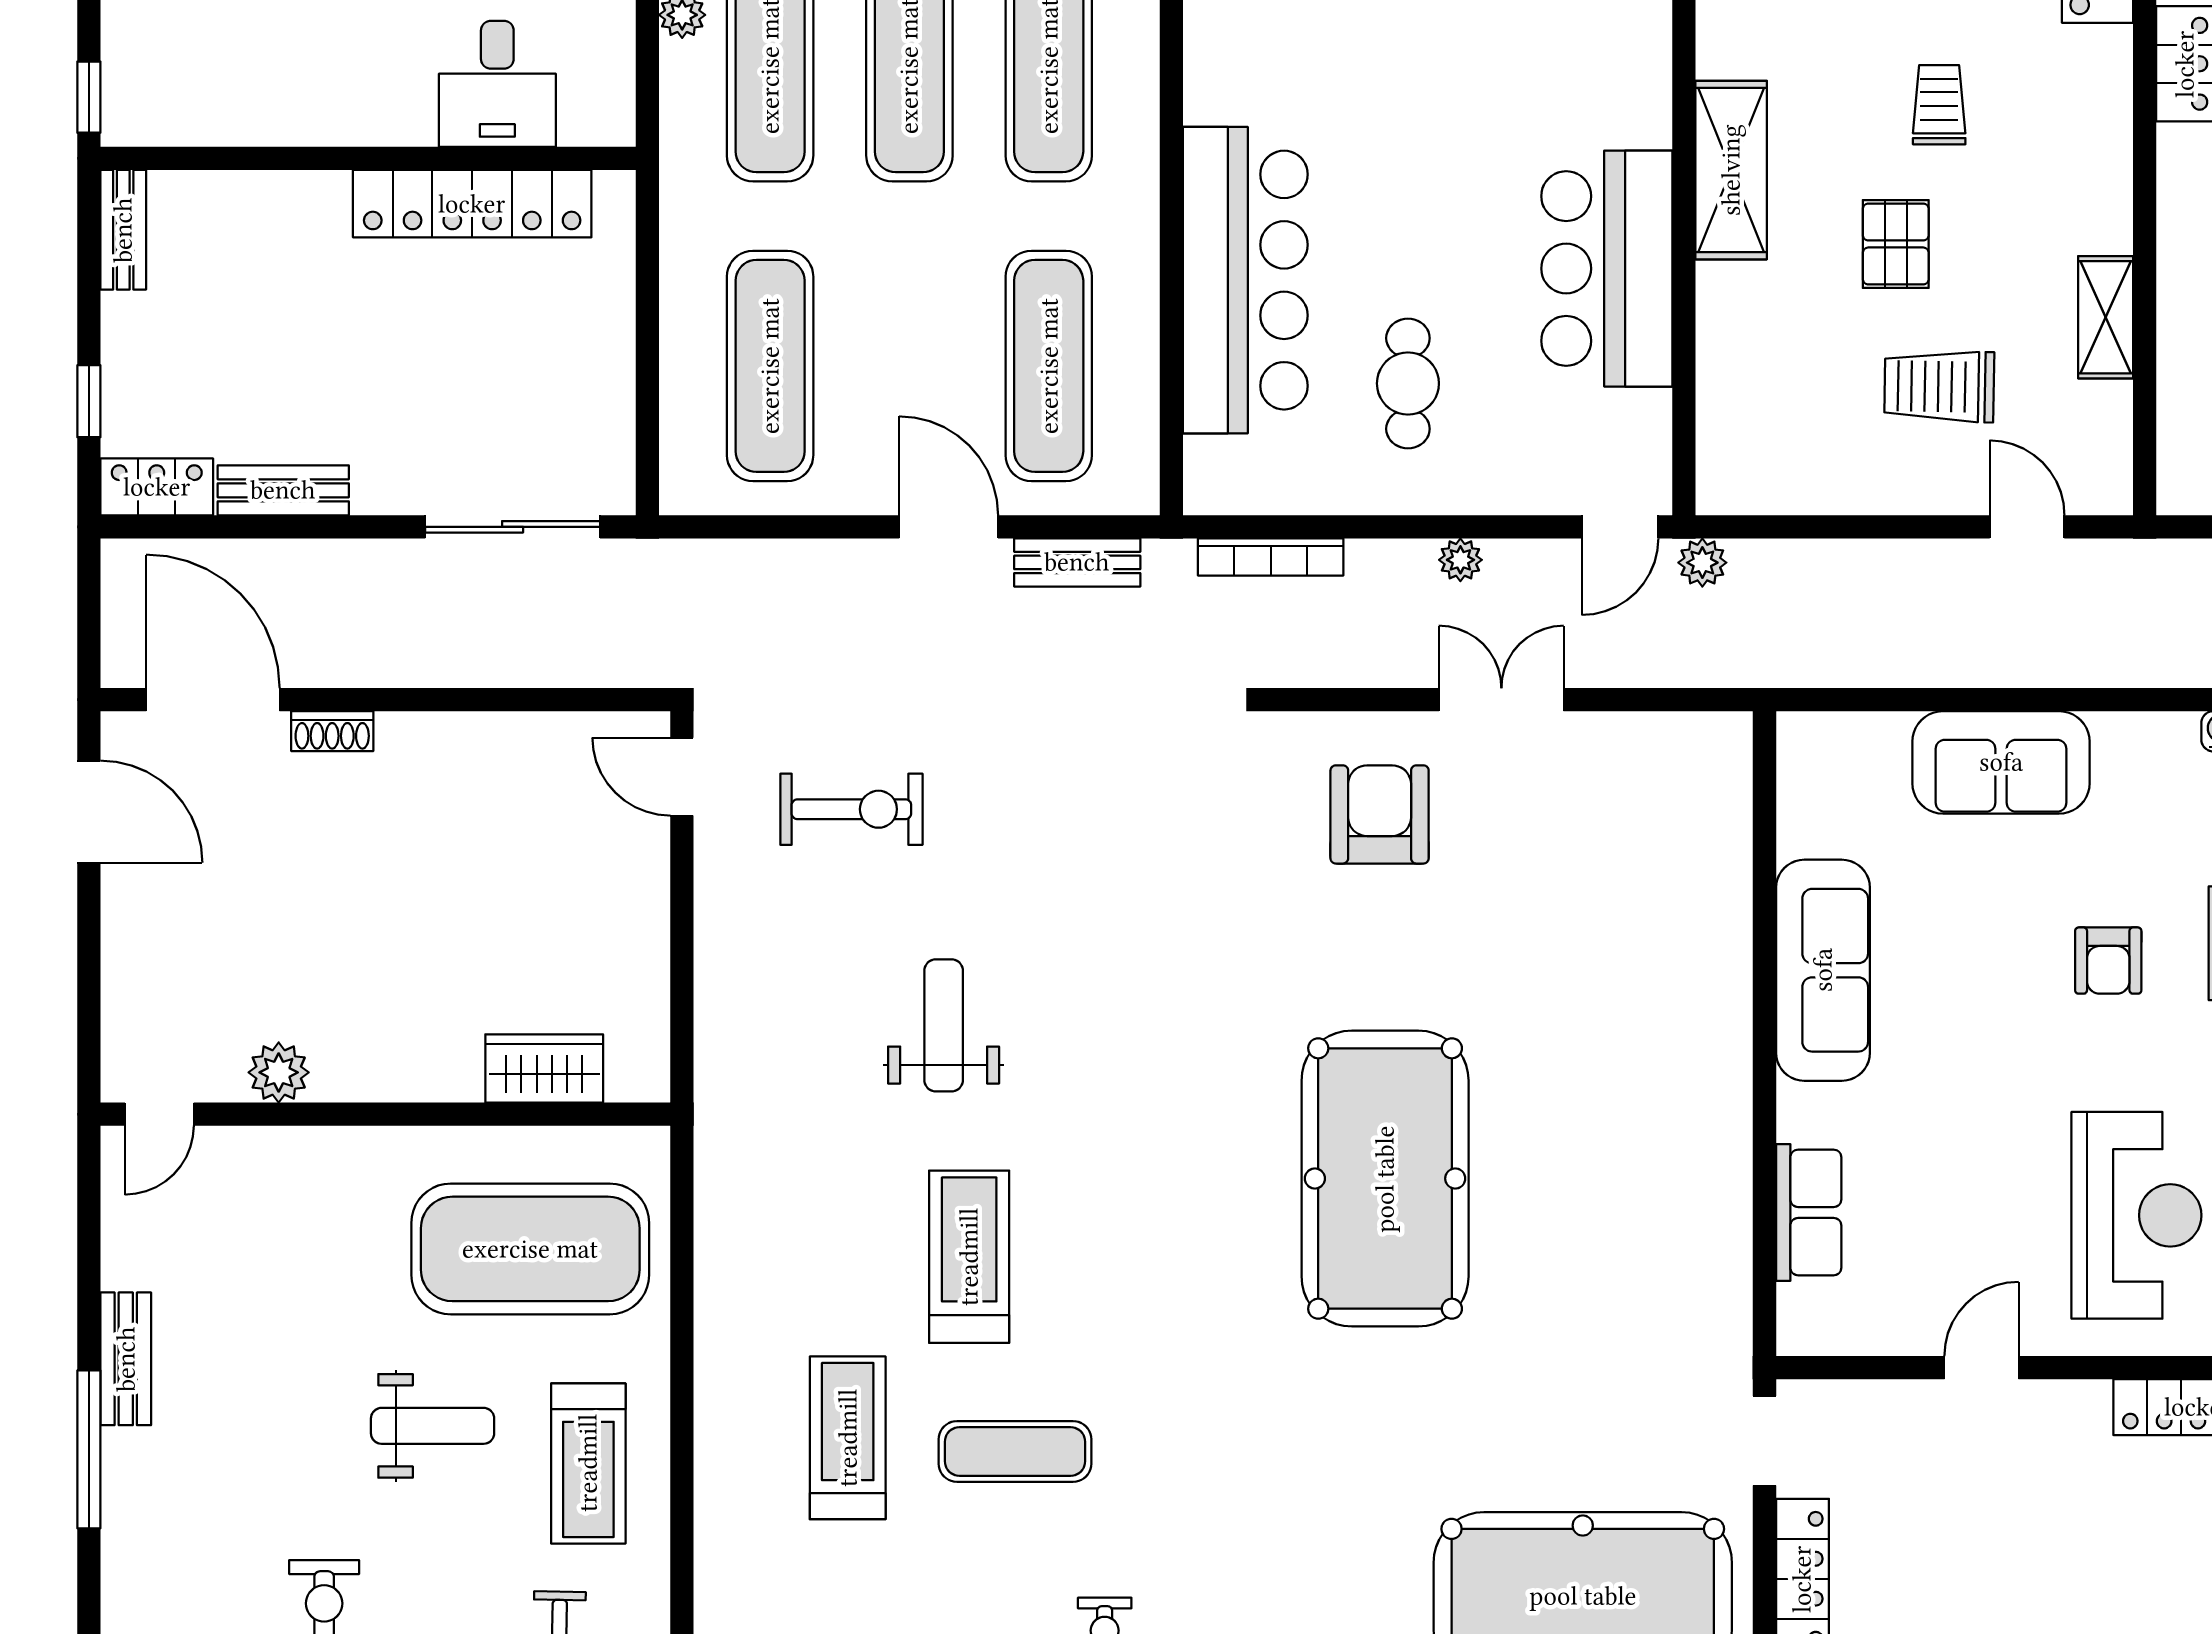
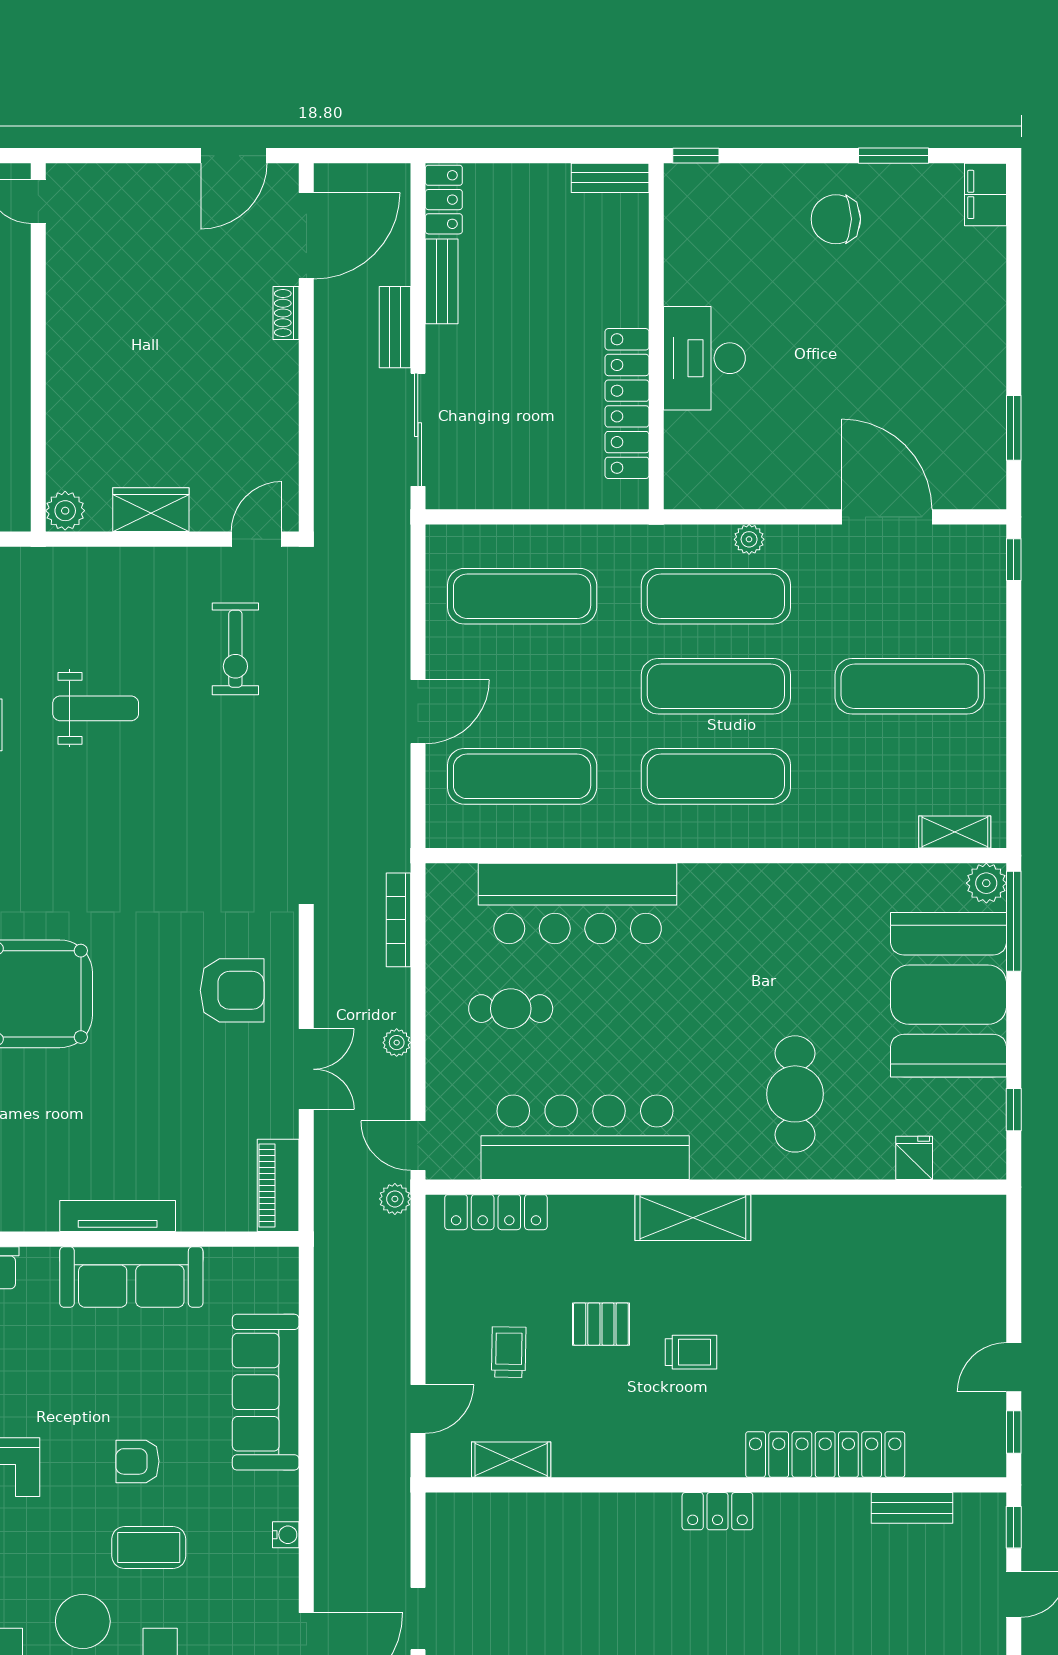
desk: (497, 84) -> (704, 358), moved, width x1.37
shelving: (1731, 170) -> (693, 1218), moved
bar counter: (1607, 269) -> (585, 1137), width x1.36
shelving: (2106, 317) -> (511, 1460), moved
trolley: (1939, 386) -> (509, 1352), width x0.73, depth x0.72
window: (89, 401) -> (499, 156), removed
locker: (1723, 406) -> (496, 1212), added
bench: (1077, 562) -> (395, 327), moved
piano: (1681, 743) -> (278, 1185), added
sofa: (2001, 762) -> (266, 1392), width x1.36
tv unit: (1729, 991) -> (118, 1216), added
wardrobe: (544, 1069) -> (151, 510), moved, turned -90
plant: (279, 1072) -> (65, 511), moved

